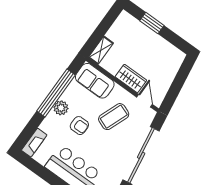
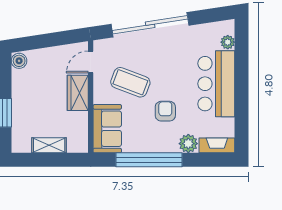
shelving: (101, 50) -> (49, 145), moved
boiler: (178, 56) -> (19, 61), added
plant: (61, 108) -> (188, 144), moved

